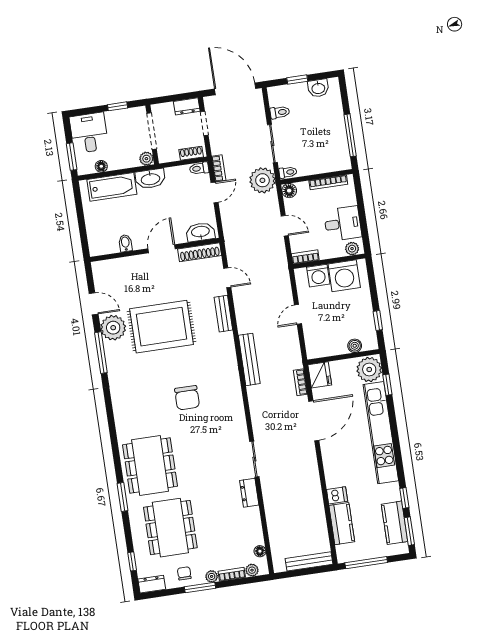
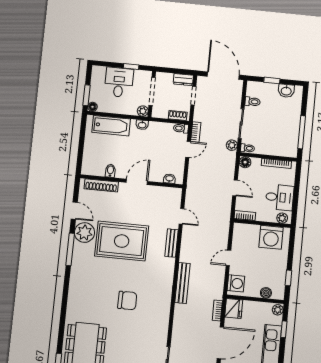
desk: (89, 133) -> (119, 82), moved
floor lamp: (101, 166) -> (92, 107), moved
washbasin: (150, 179) -> (142, 125), width x0.52, depth x0.69
plant: (262, 180) -> (232, 145), width x0.53, depth x0.53
washbasin: (200, 232) -> (170, 179), width x0.52, depth x0.69
shoe rack: (200, 252) -> (101, 185), moved
washing machine: (318, 276) -> (236, 283), moved, turned -90
plant: (369, 369) -> (278, 310), width x0.53, depth x0.53
chair: (187, 398) -> (127, 301), turned -90

